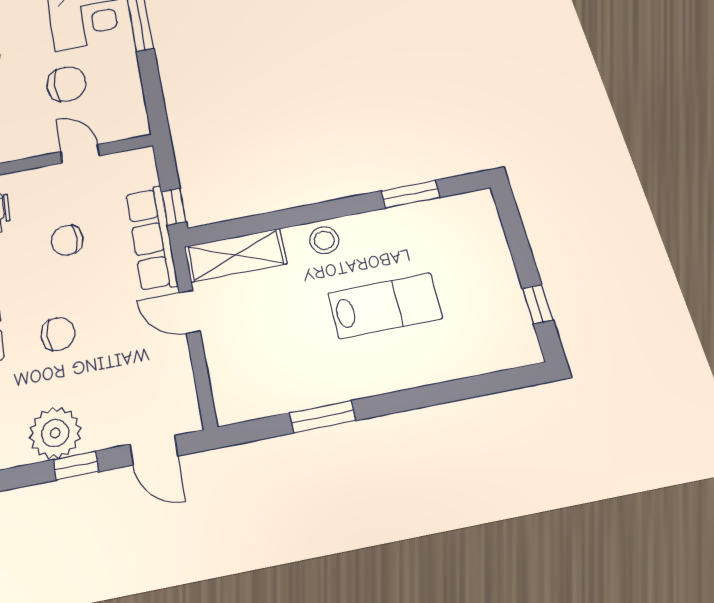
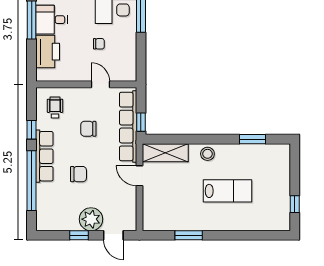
chair: (67, 84) -> (99, 44), width x0.54, depth x0.54
row of seats: (152, 238) -> (128, 127), width x1.36
plant: (55, 433) -> (91, 219), moved

